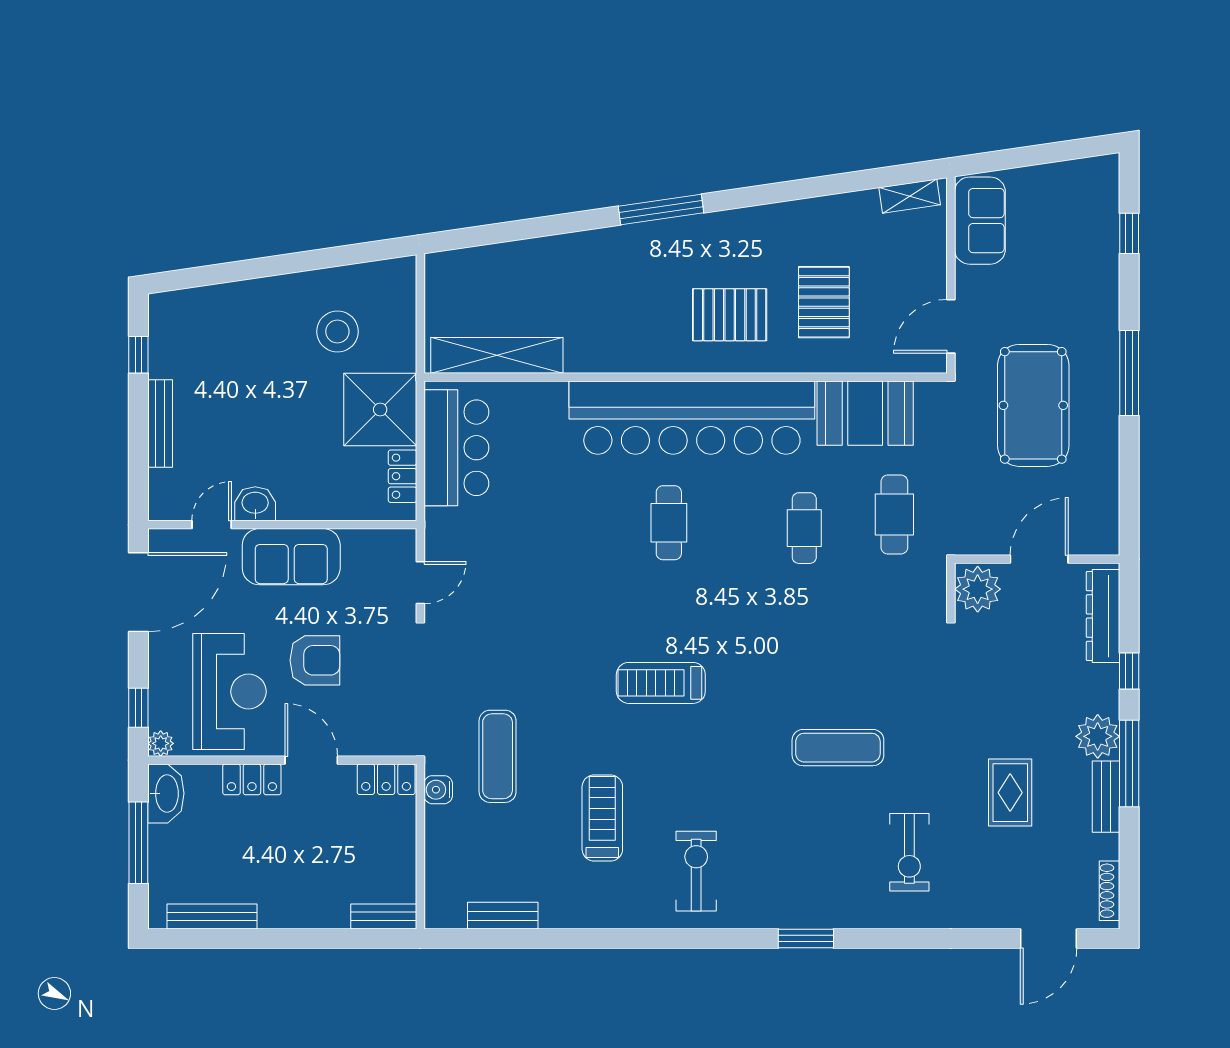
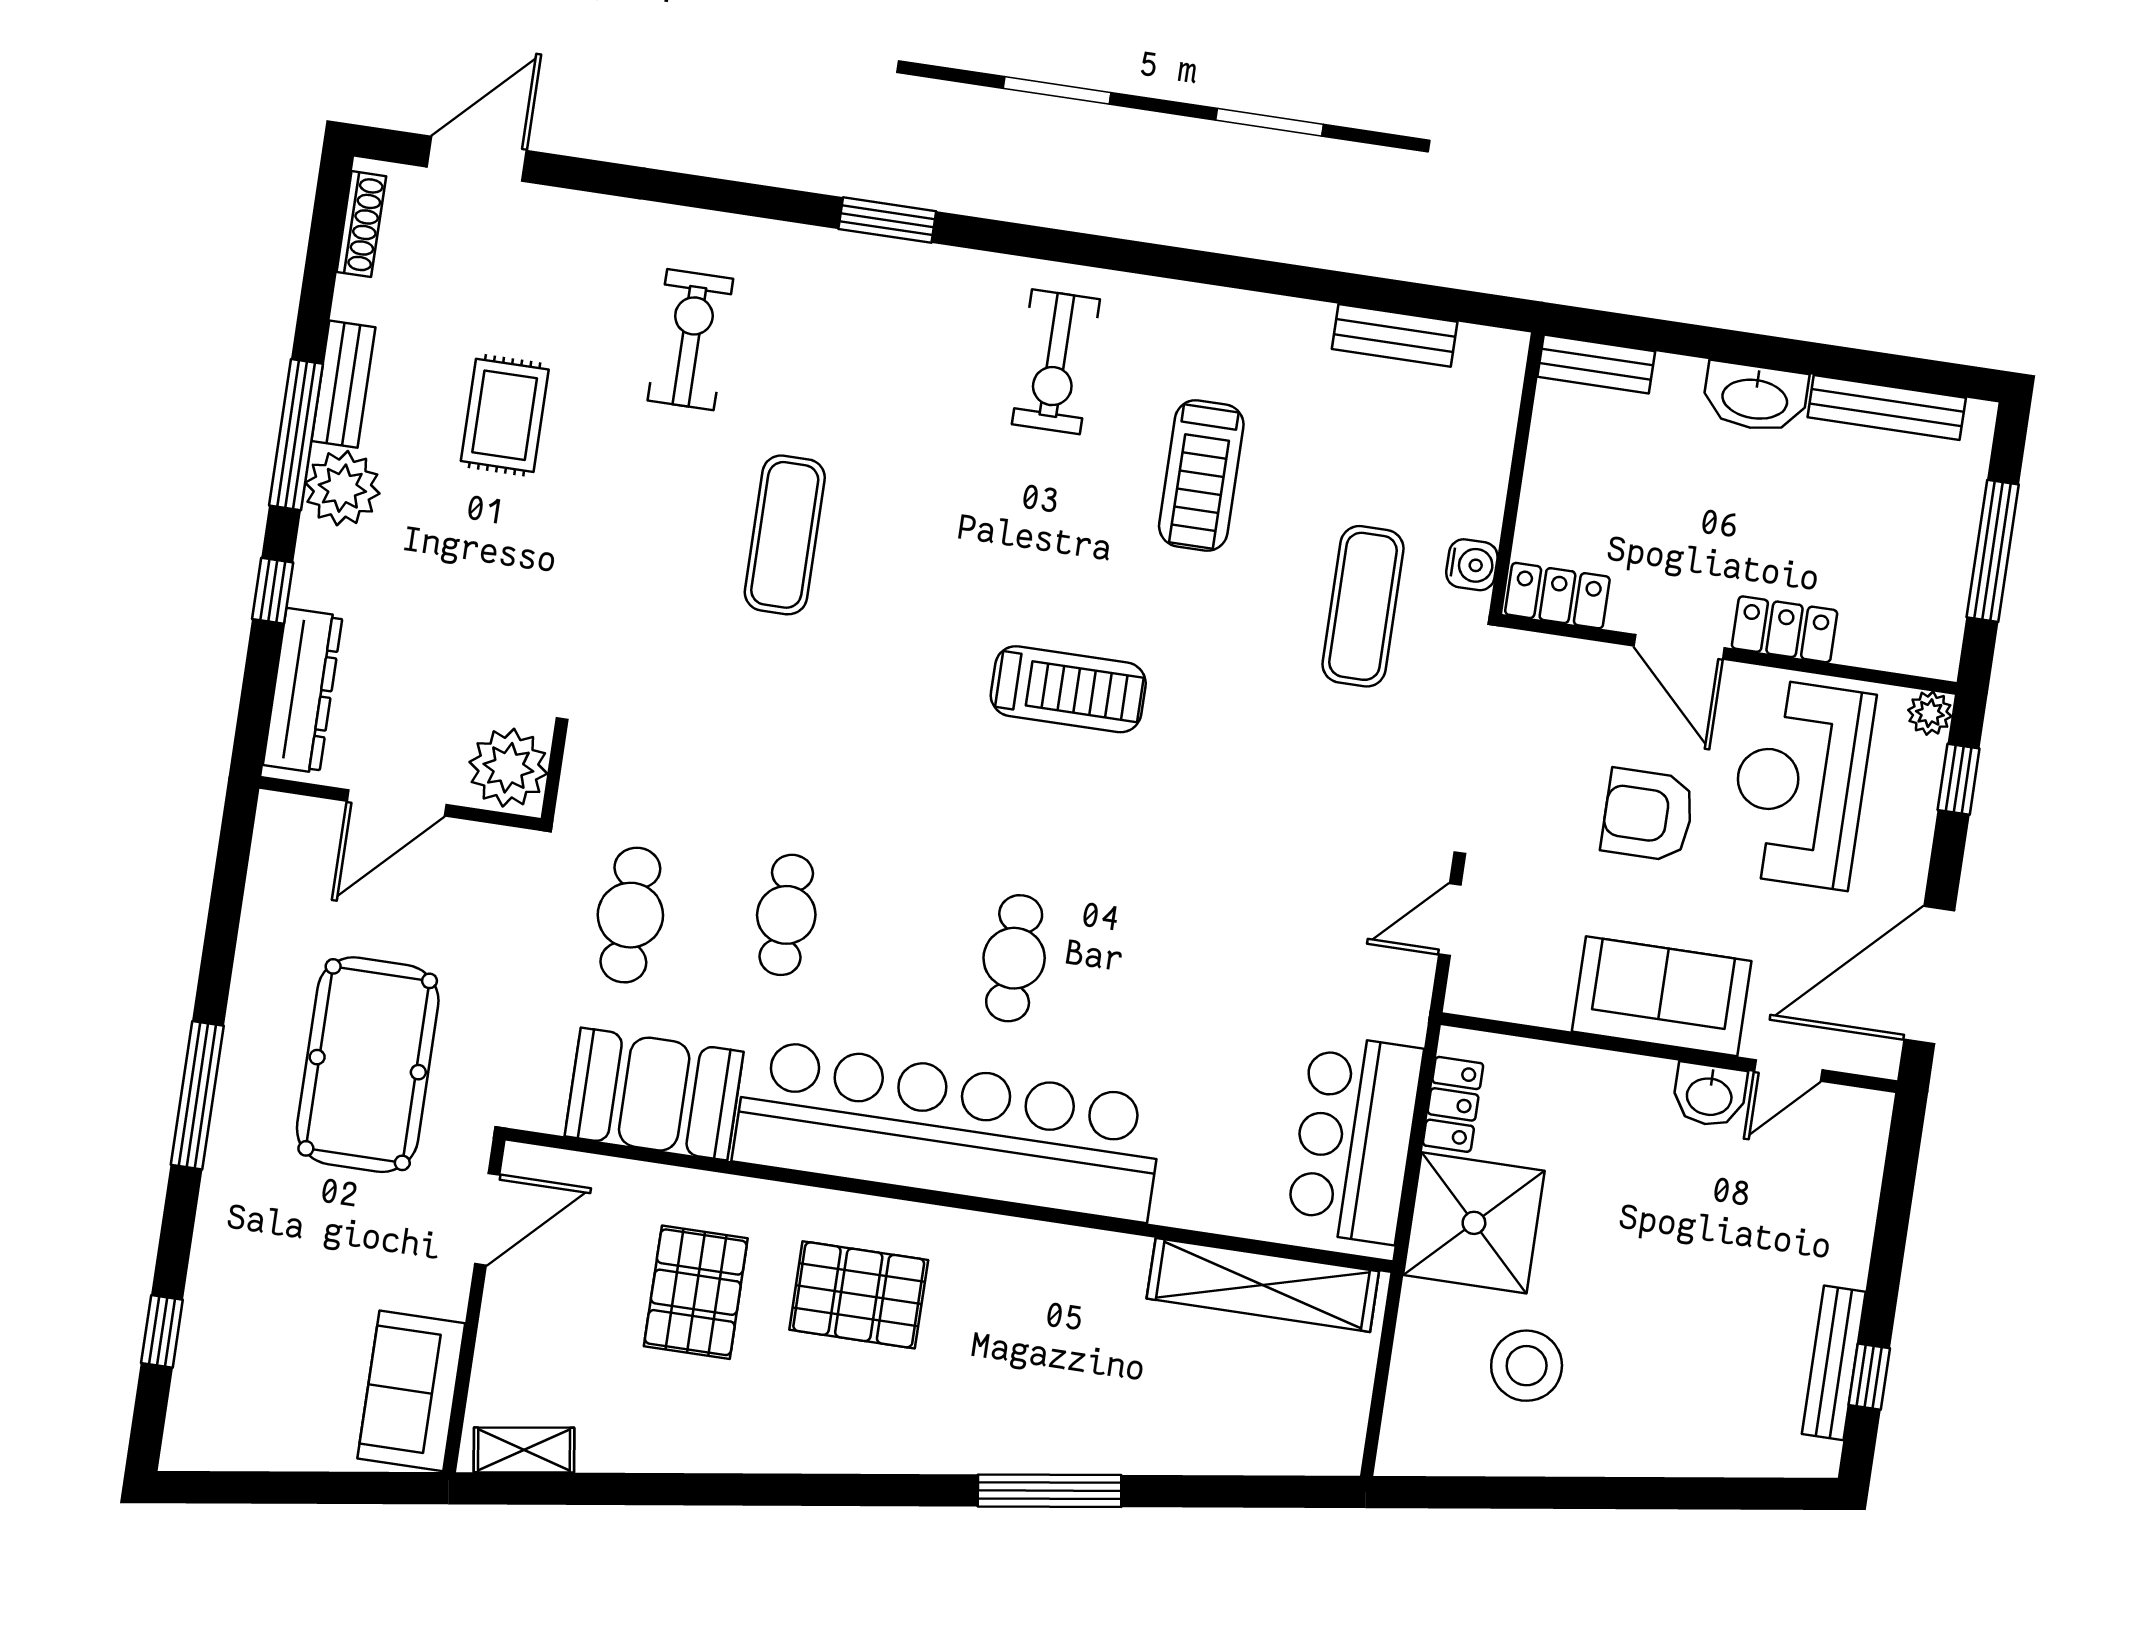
window: (661, 209) -> (1050, 1491), moved
bench: (160, 423) -> (1834, 1363), moved
exercise mat: (838, 748) -> (785, 535), turned 90
washbasin: (166, 793) -> (1755, 397), moved, turned -90

